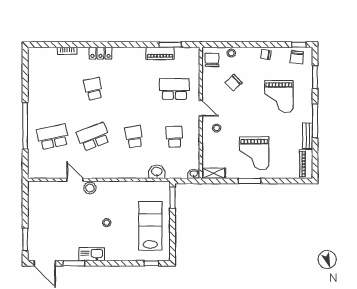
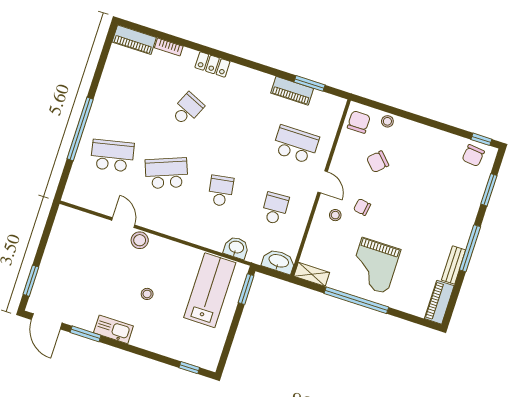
piano: (42, 54) -> (134, 40), added
chair: (266, 54) -> (362, 207), moved
school desk: (93, 89) -> (187, 109), turned 36
grand piano: (279, 96) -> (432, 200), removed
washbasin: (194, 174) -> (279, 261), width x1.91, depth x1.45
window: (250, 181) -> (356, 300), width x2.11
lab bench: (150, 226) -> (210, 290), moved

